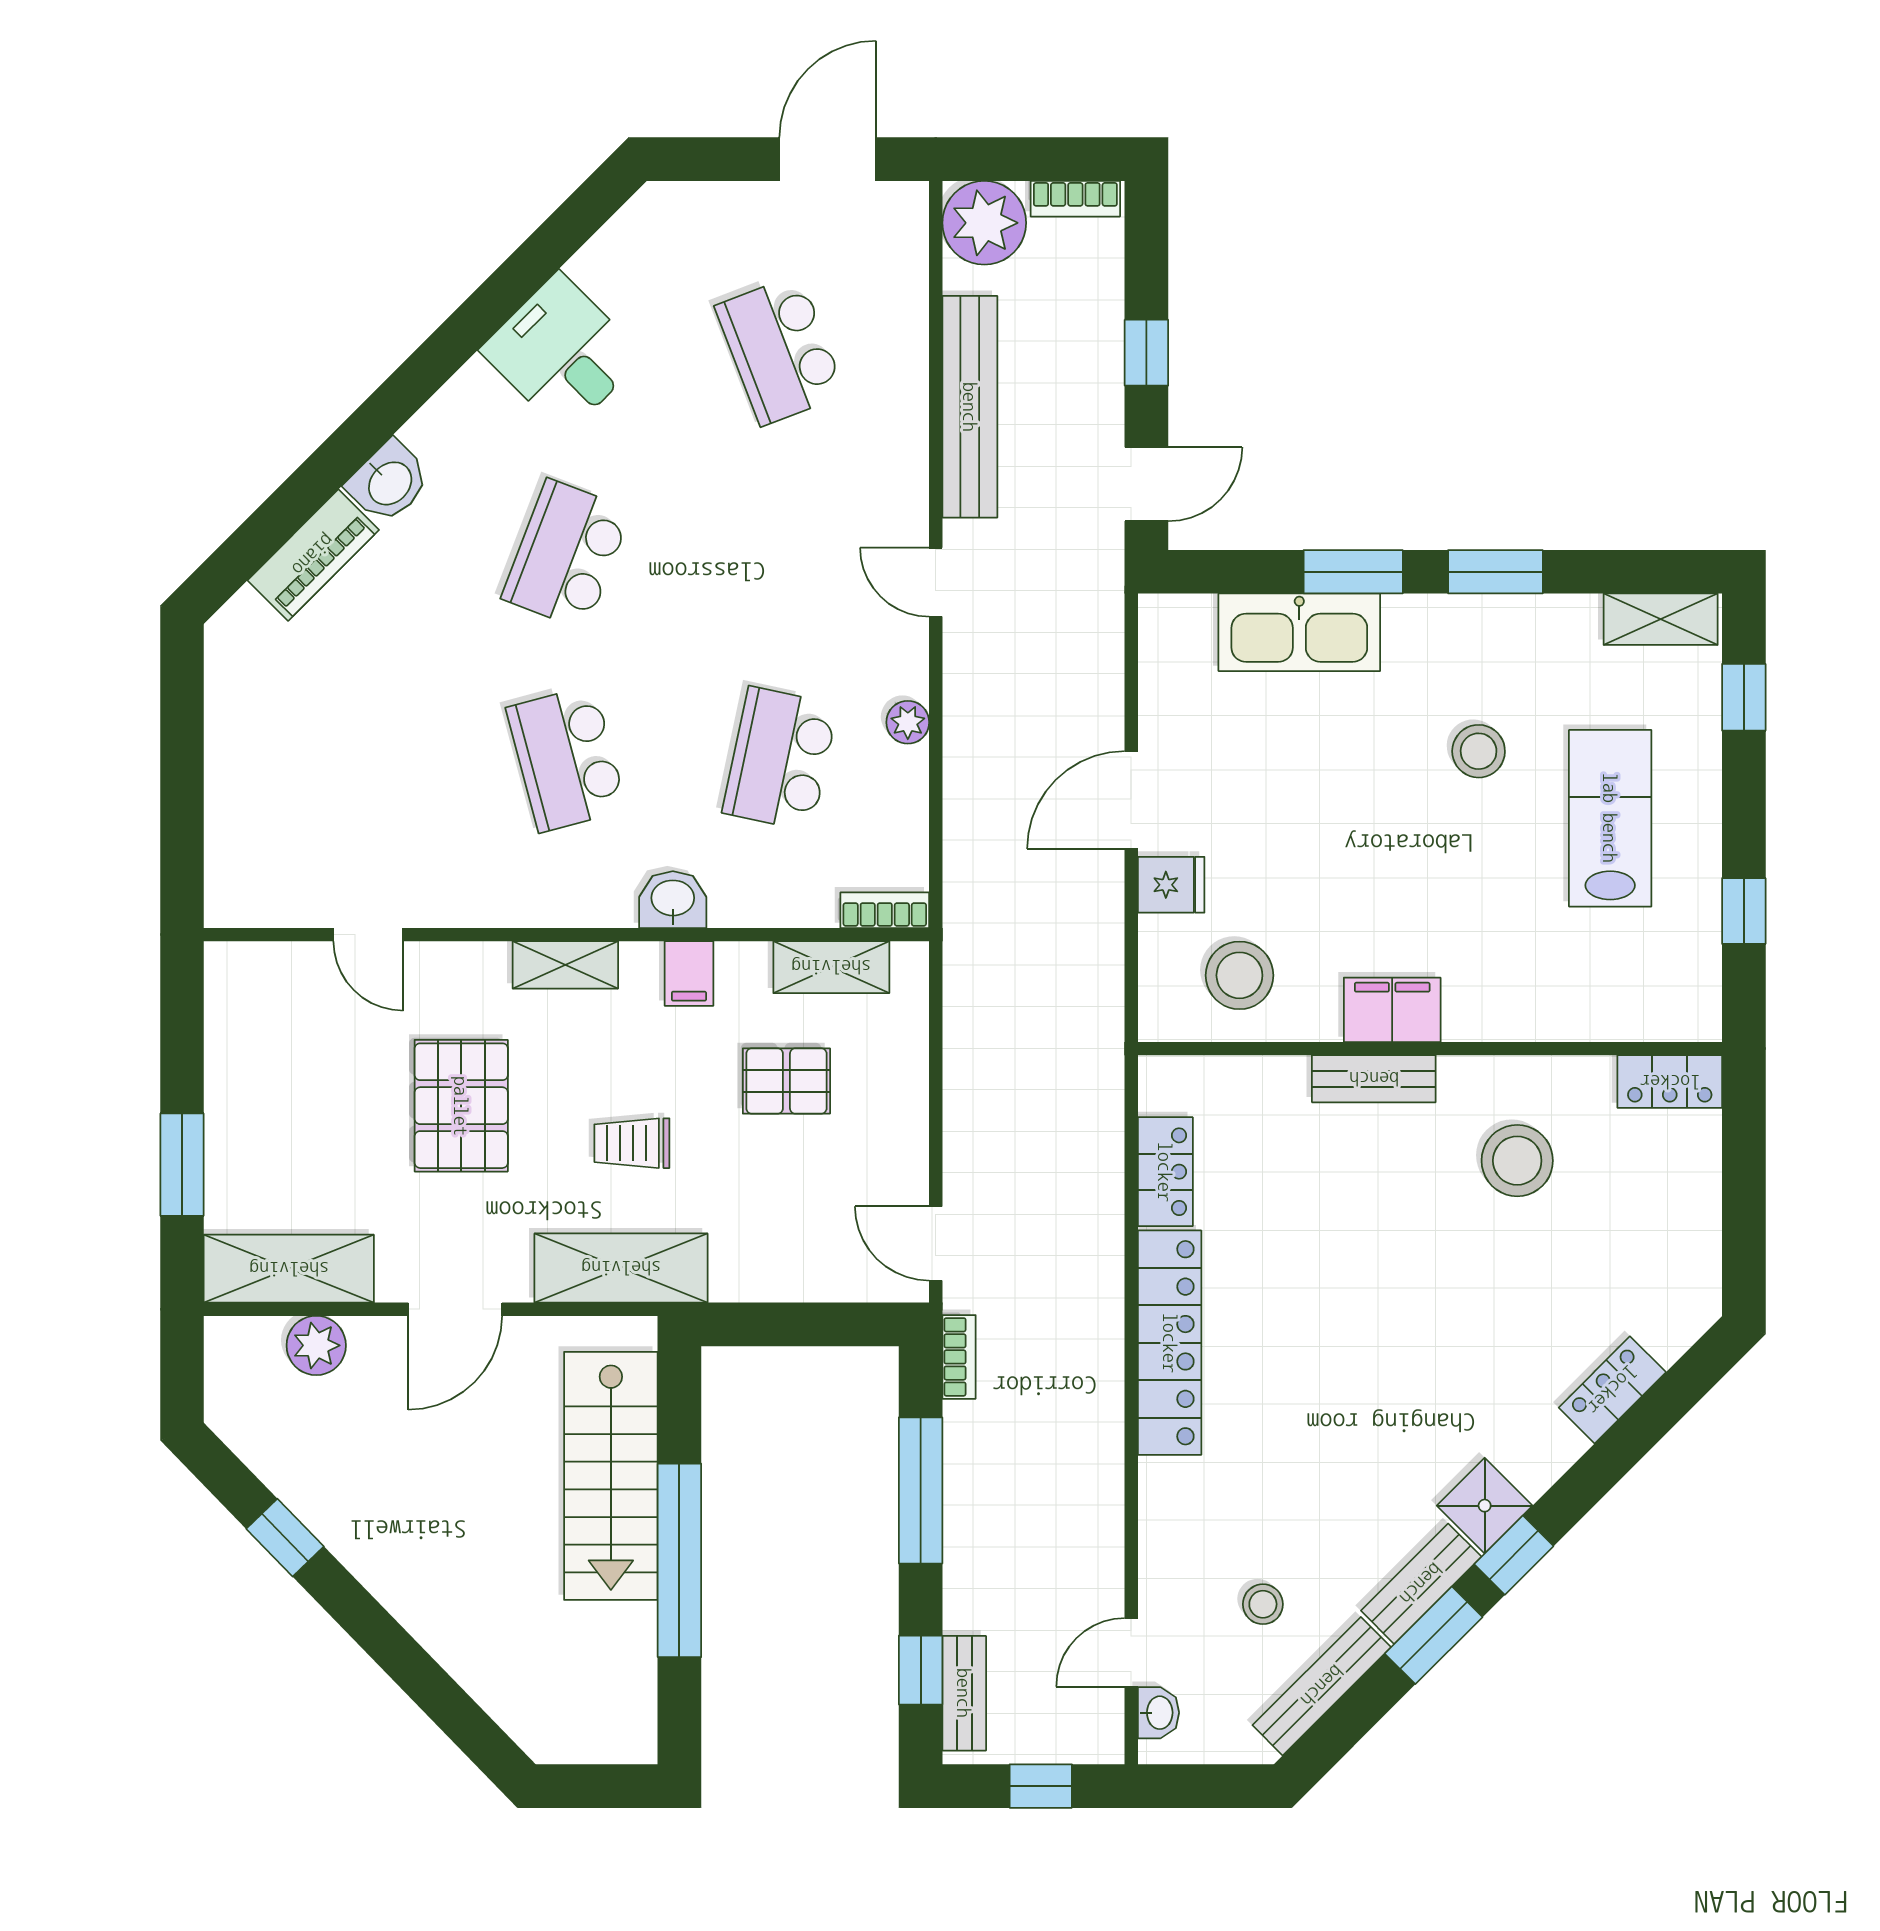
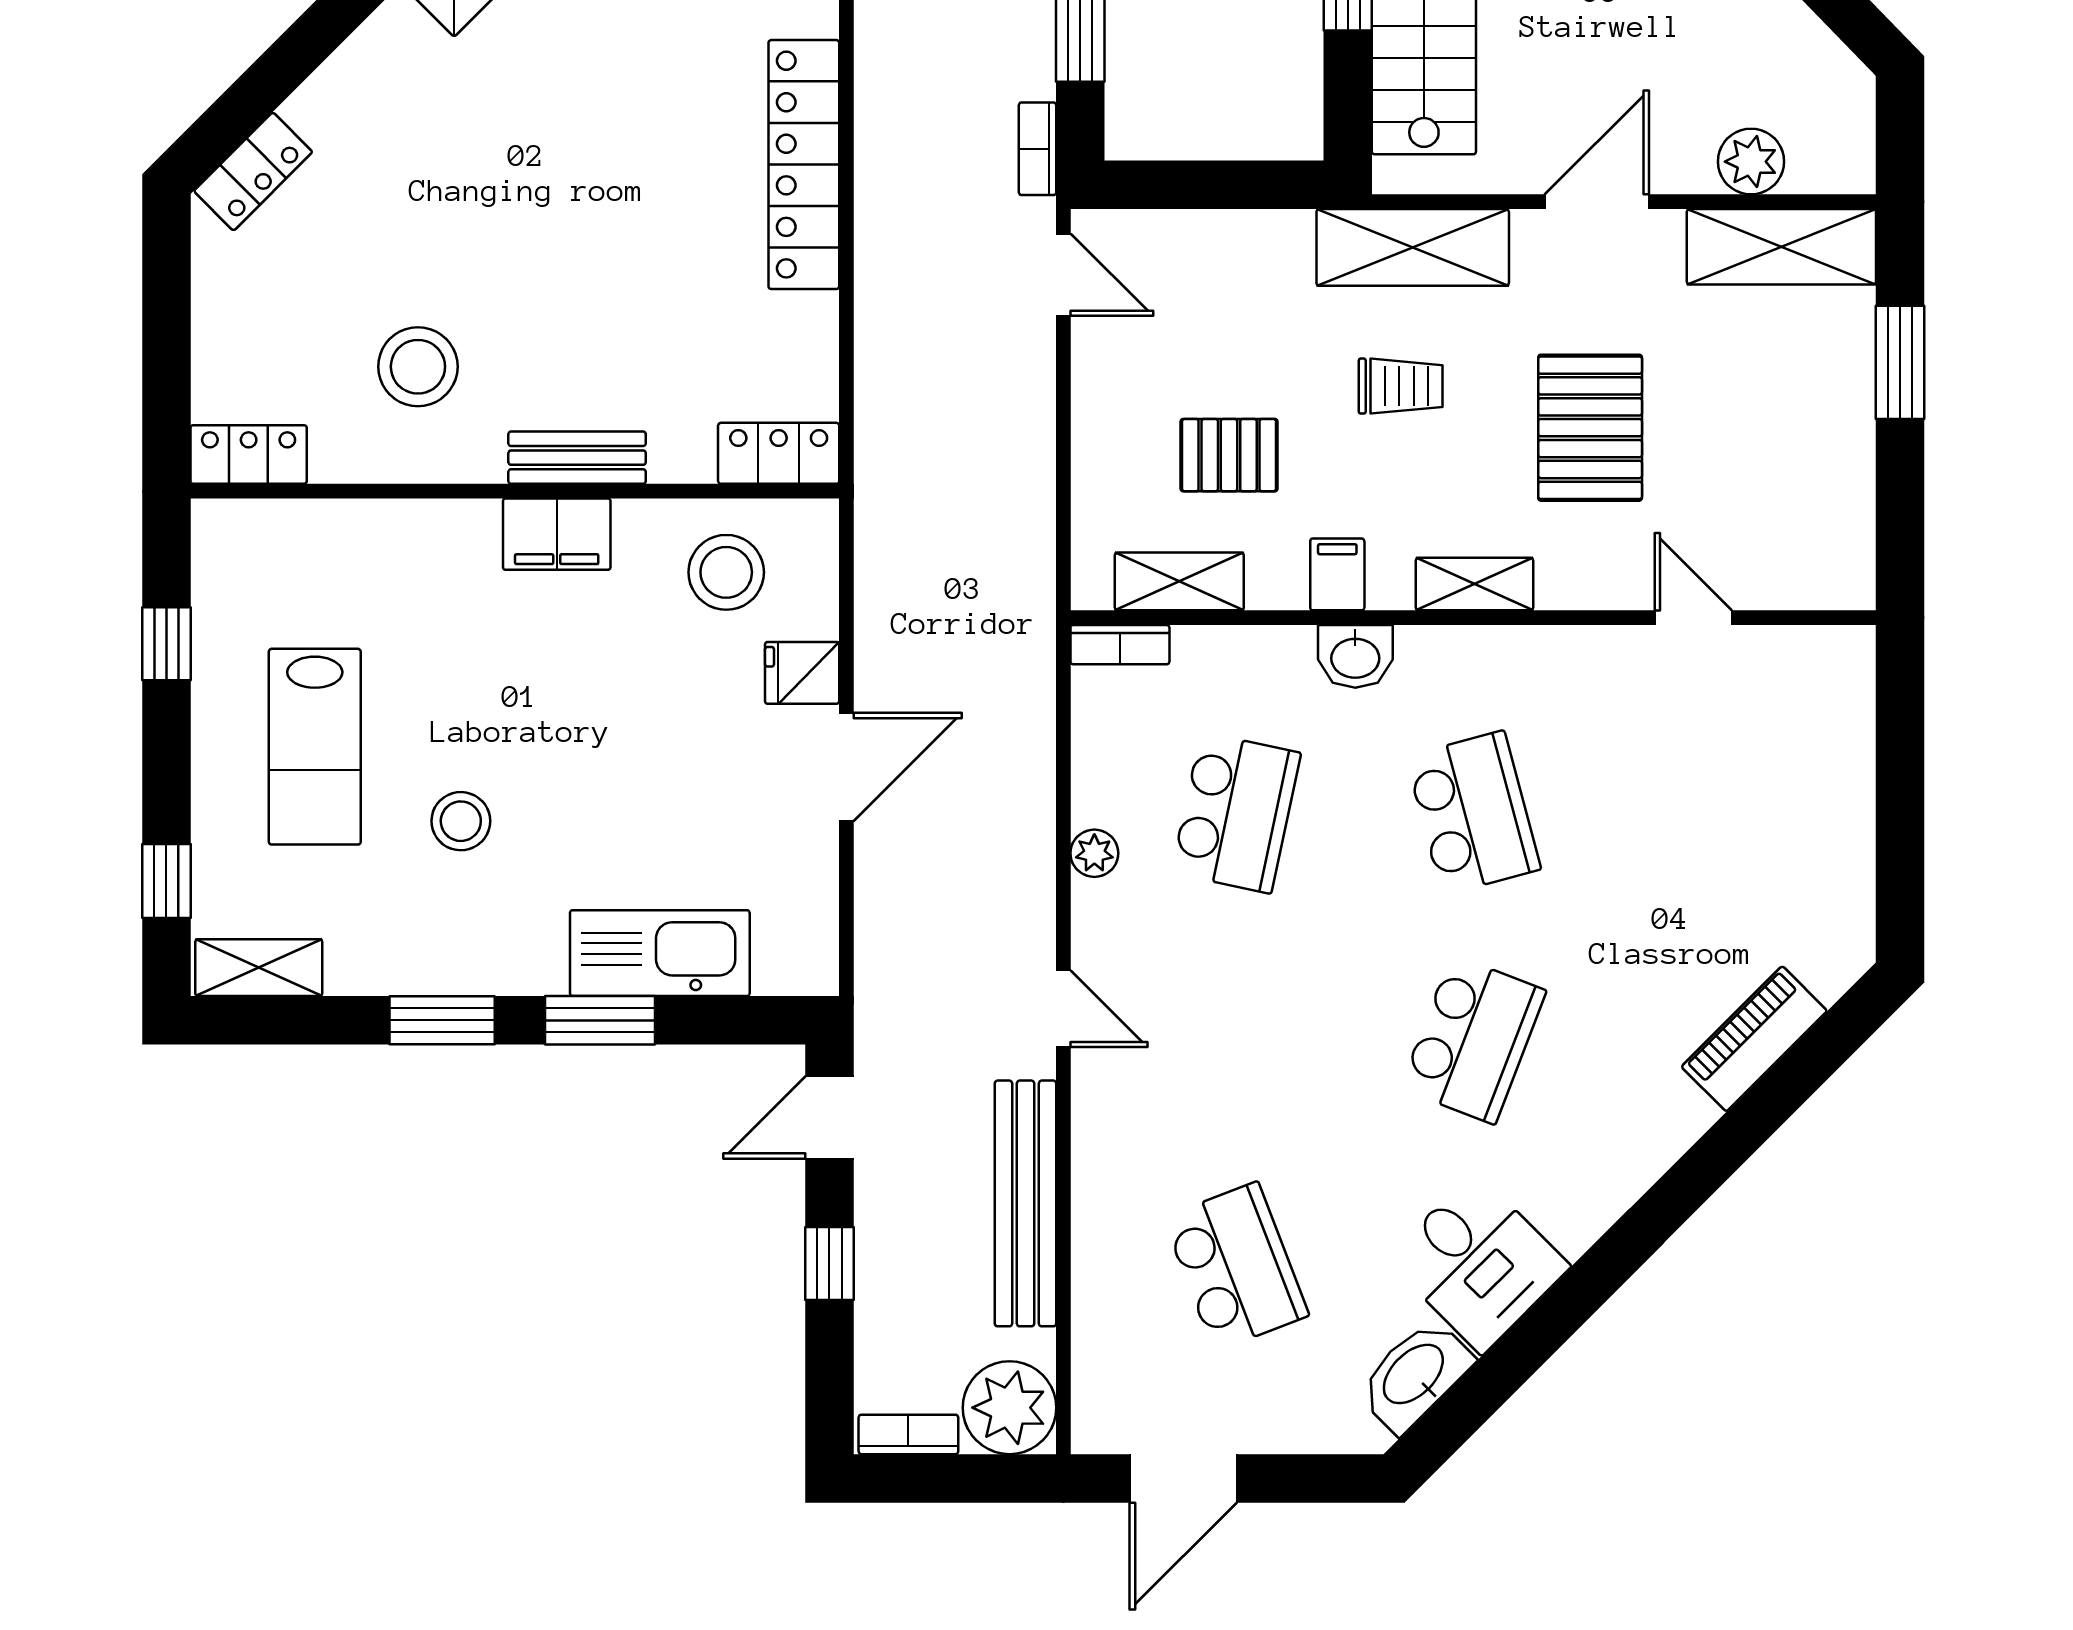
washbasin: (389, 482) -> (1415, 1375), moved, width x1.38
locker: (1165, 1172) -> (779, 453), moved, turned 90
locker: (1612, 1390) -> (253, 171), moved

